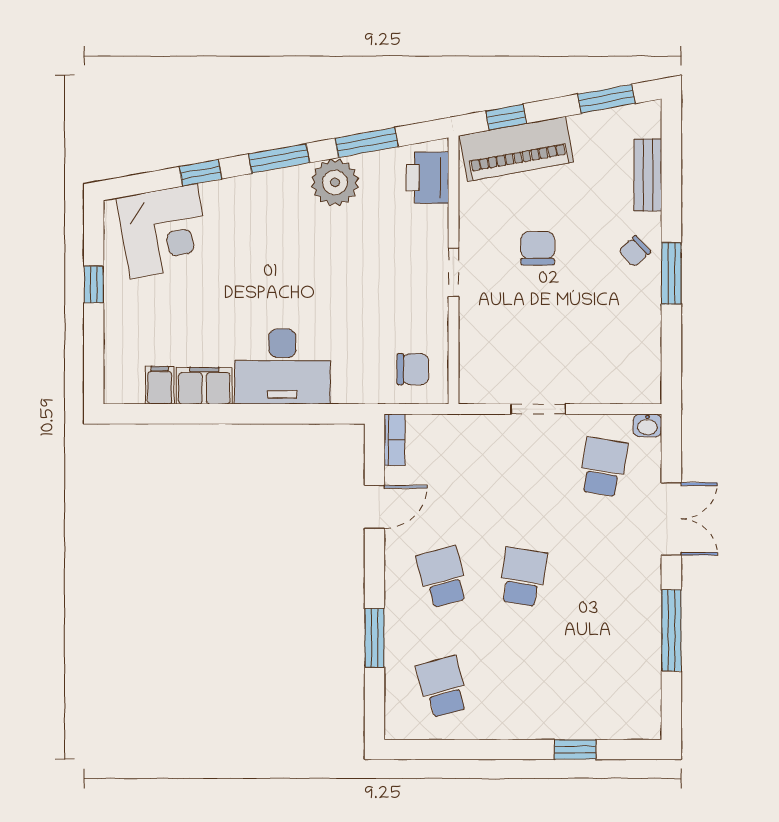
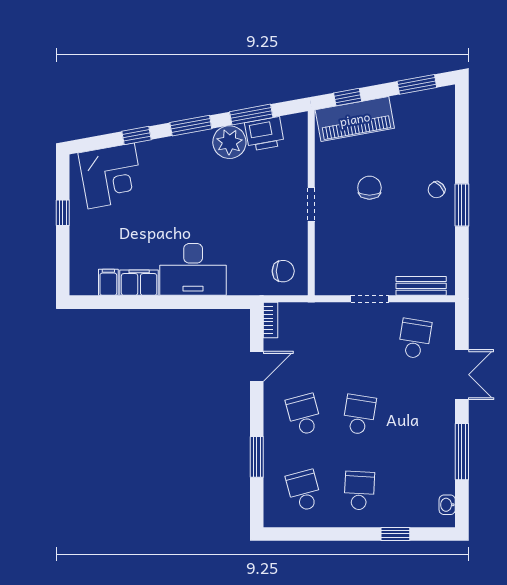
bench: (648, 175) -> (421, 286), moved, turned 90
printer: (428, 178) -> (264, 134), moved, turned -100
washbasin: (647, 425) -> (447, 505), moved, turned 90
school desk: (523, 687) -> (359, 491), added

